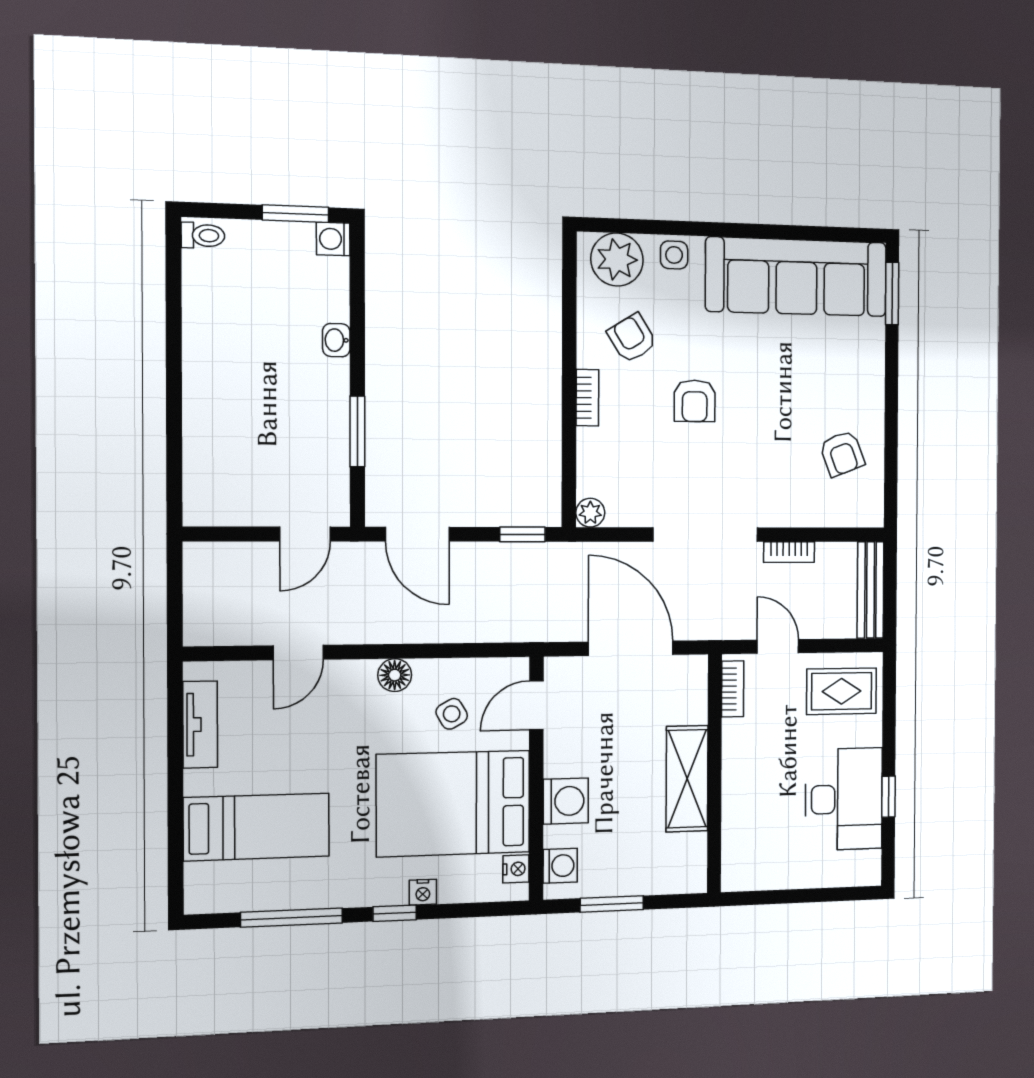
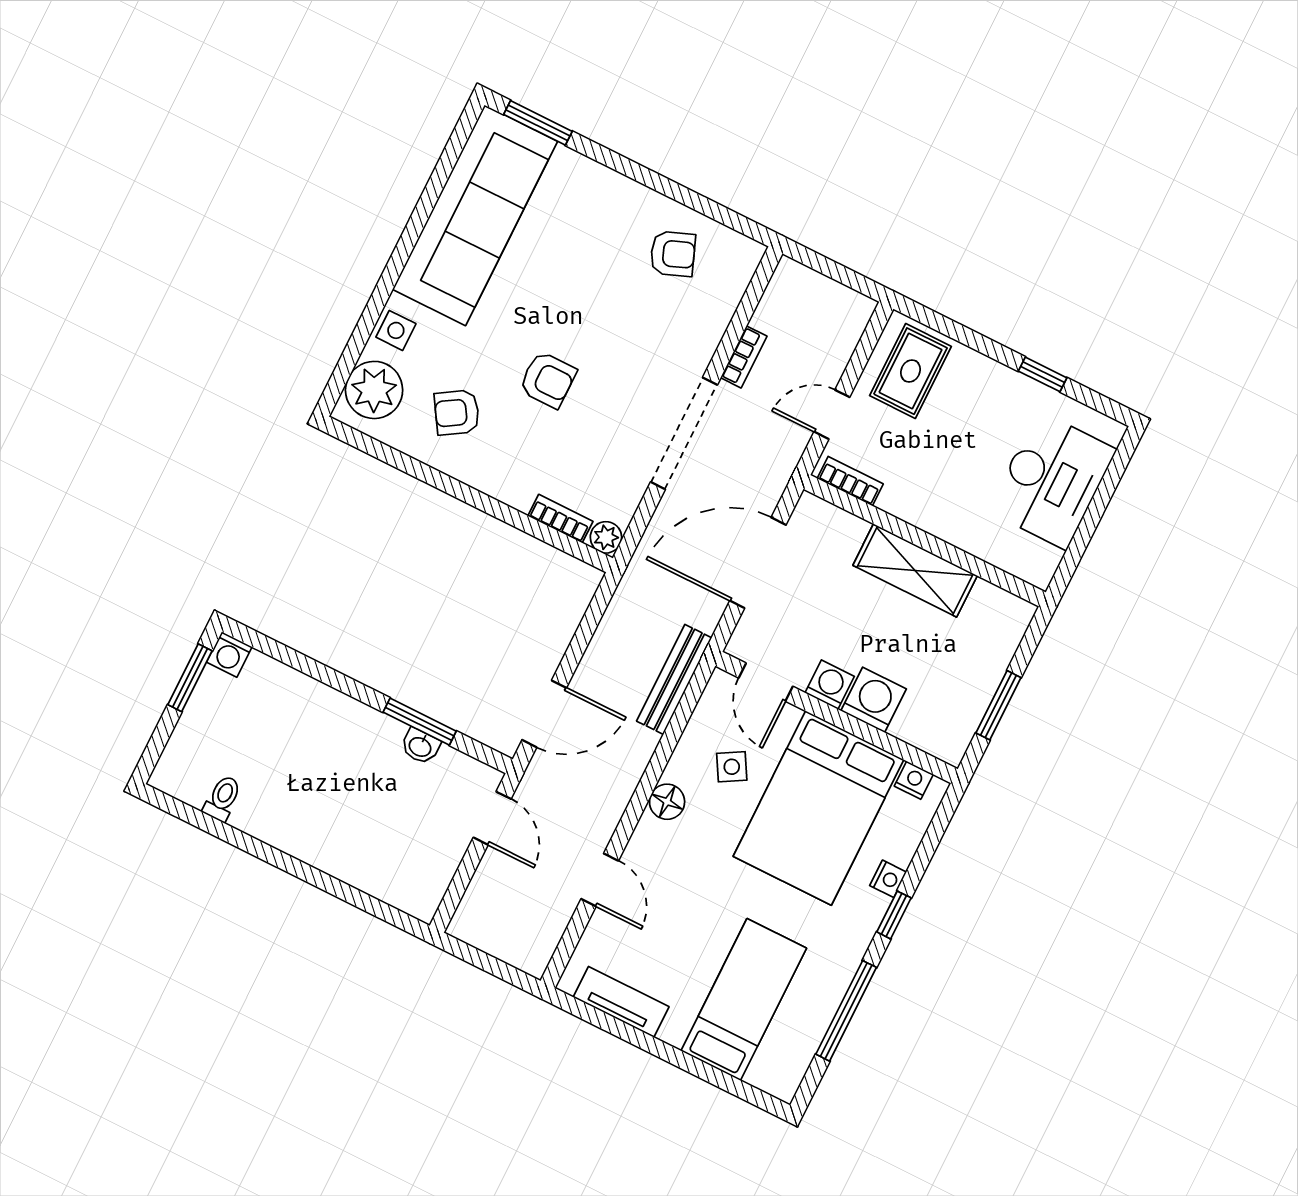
toilet: (203, 235) -> (222, 798), moved
washbasin: (336, 340) -> (420, 746), moved
bookcase: (587, 398) -> (560, 519), moved
window: (522, 534) -> (594, 614), removed
bench: (870, 590) -> (674, 679), moved, turned 90
desk: (844, 799) -> (1052, 480), moved, turned 90
washing machine: (560, 866) -> (830, 685), moved

